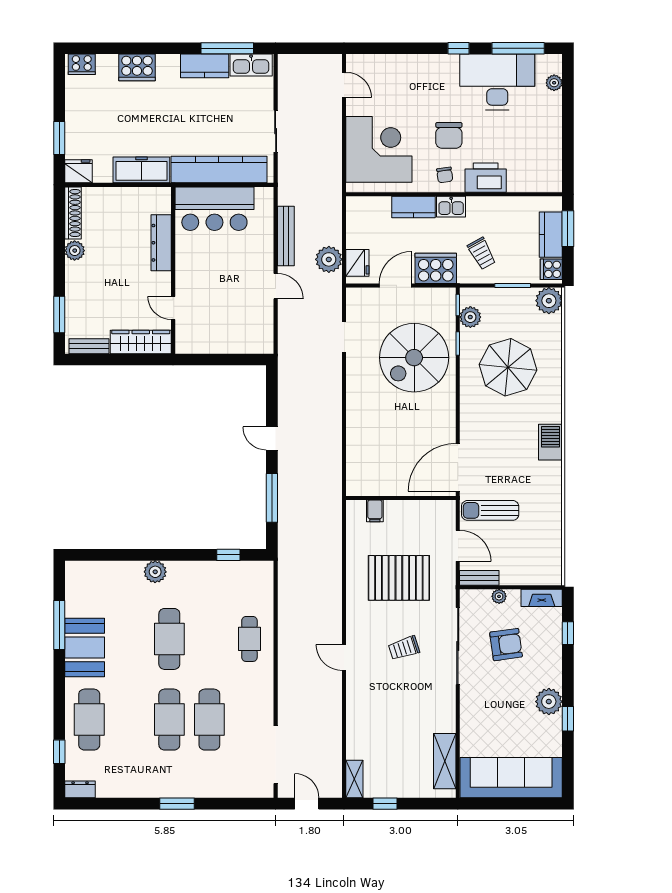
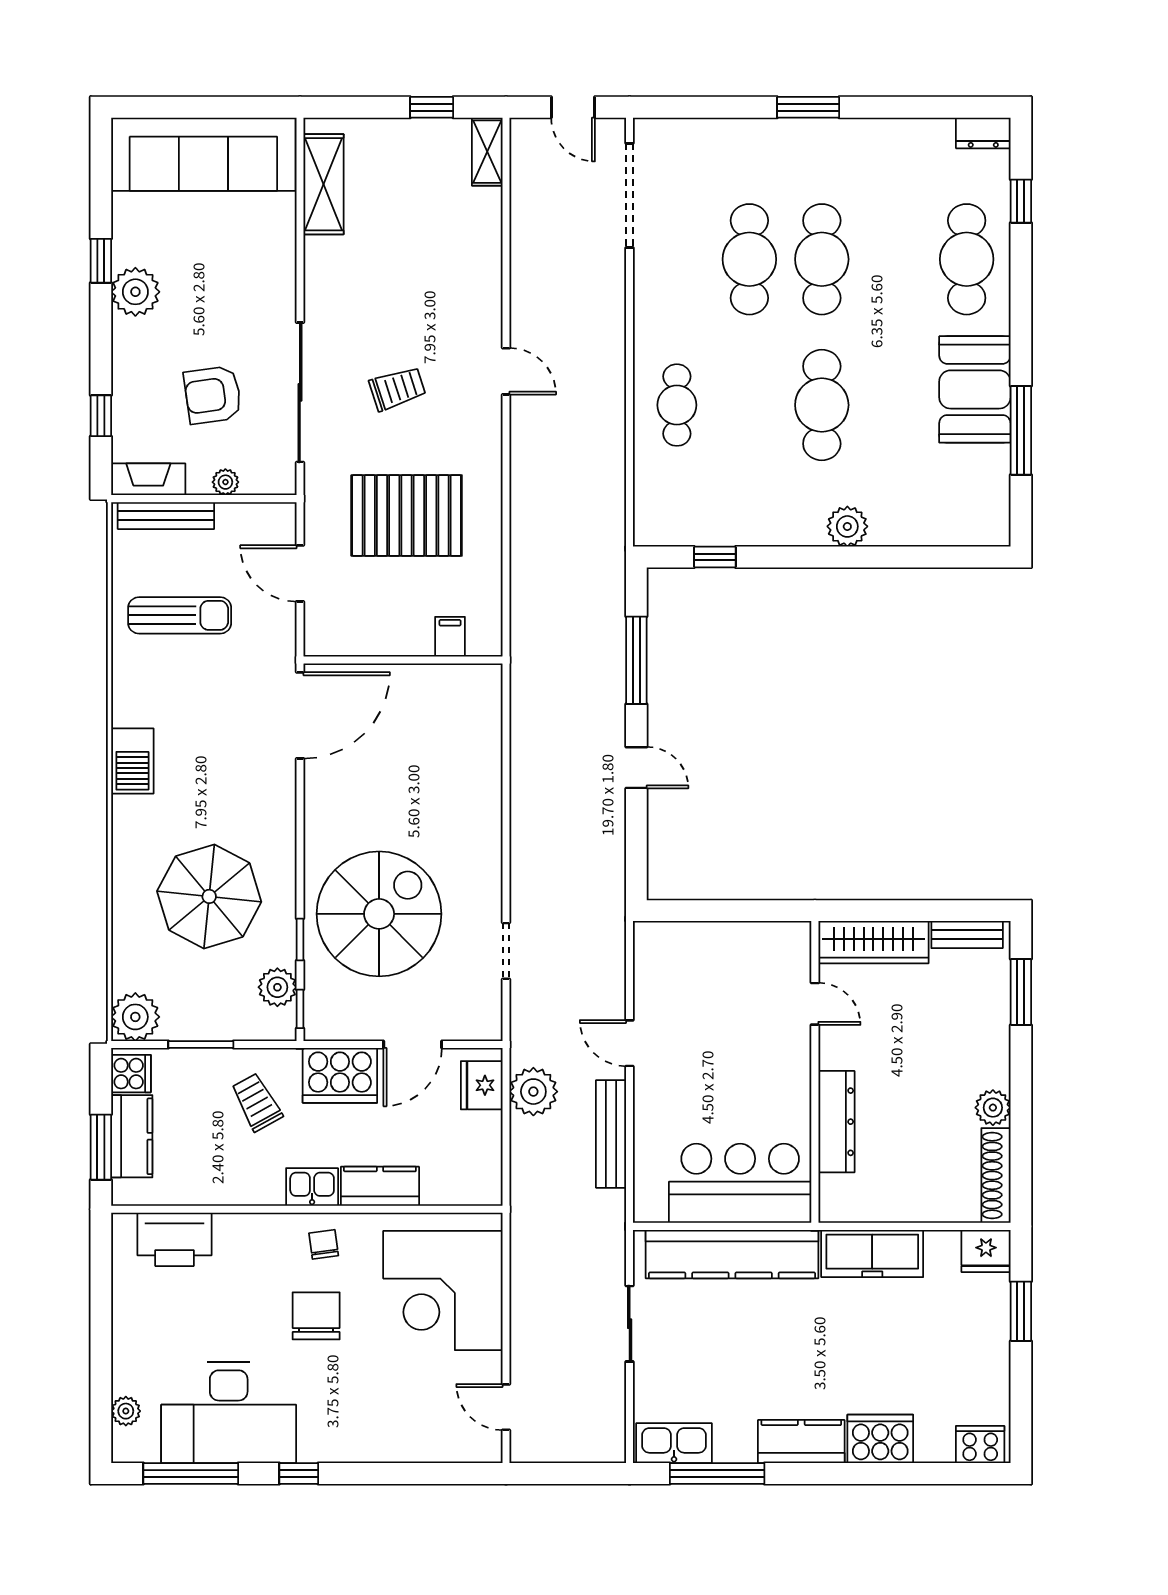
kitchen counter: (205, 66) -> (801, 1442), moved
printer: (486, 178) -> (175, 1239), moved
sun lounger: (490, 510) -> (180, 615), moved
bench: (479, 578) -> (166, 516), moved, width x1.36

